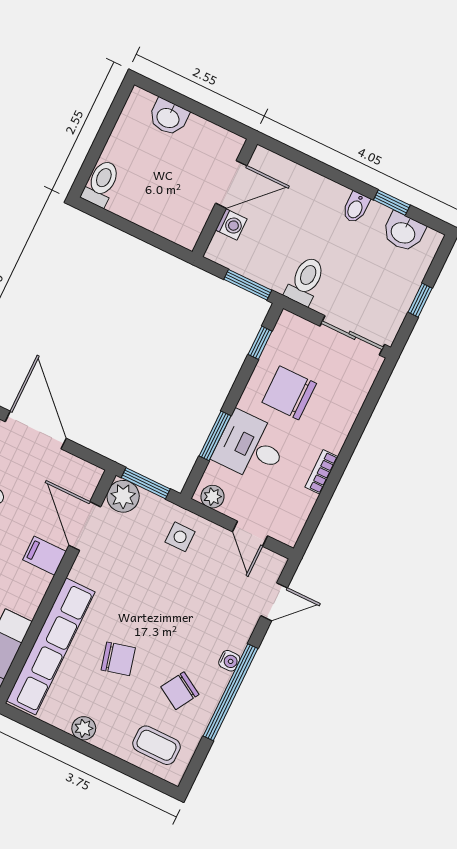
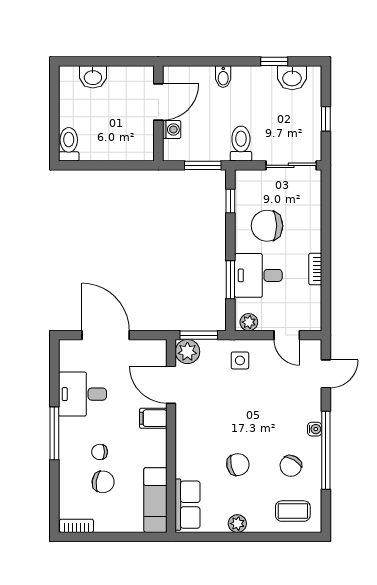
bidet: (356, 208) -> (223, 77), moved
row of seats: (51, 646) -> (188, 505), width x0.50

